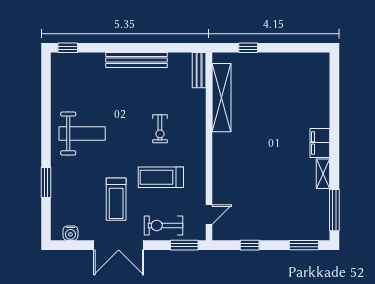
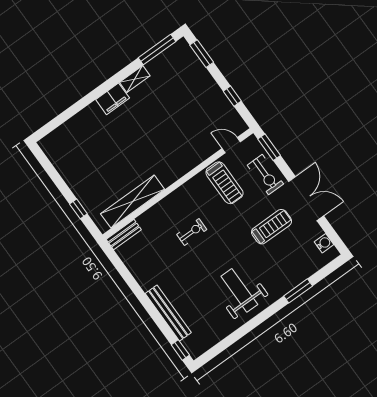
bench: (137, 60) -> (168, 313), moved
treadmill: (161, 177) -> (224, 183), moved

